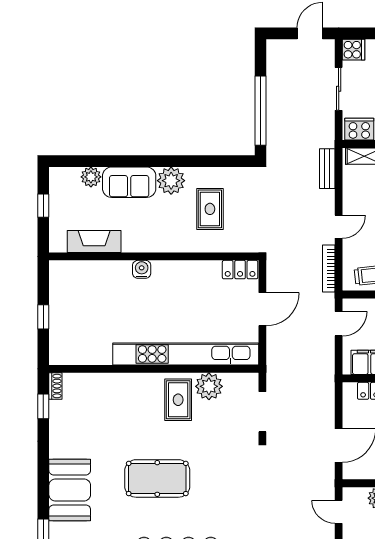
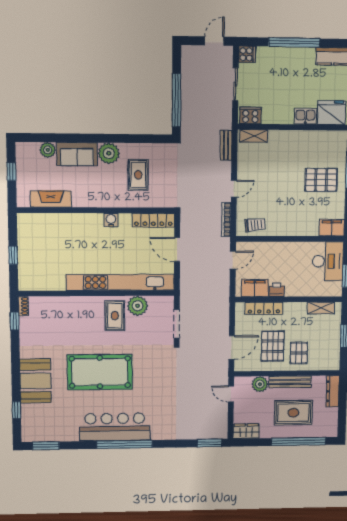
water cooler: (142, 269) -> (111, 220), moved
locker: (240, 270) -> (153, 220), width x1.53
door: (262, 309) -> (177, 250), swing flipped
pool table: (157, 478) -> (100, 372), width x1.36, depth x1.32

